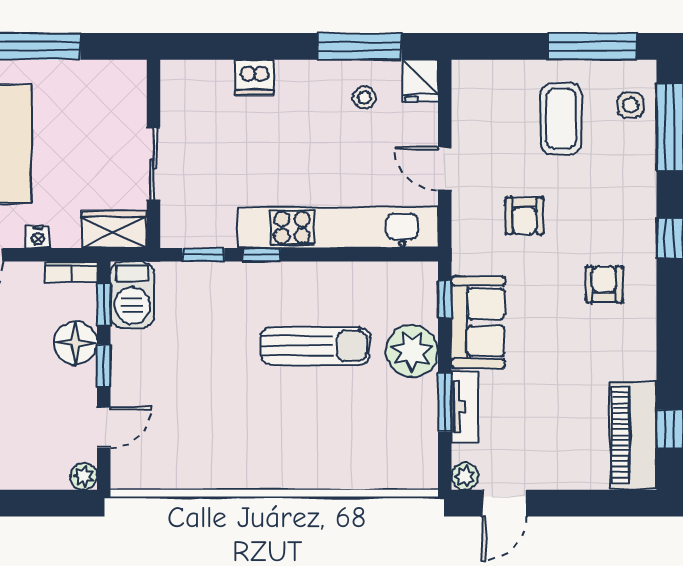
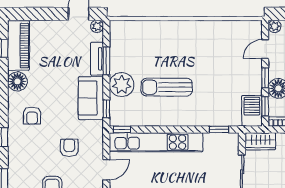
door: (445, 169) -> (106, 170), hinge flipped
window: (262, 255) -> (122, 129), moved
floor lamp: (636, 358) -> (17, 81), added

